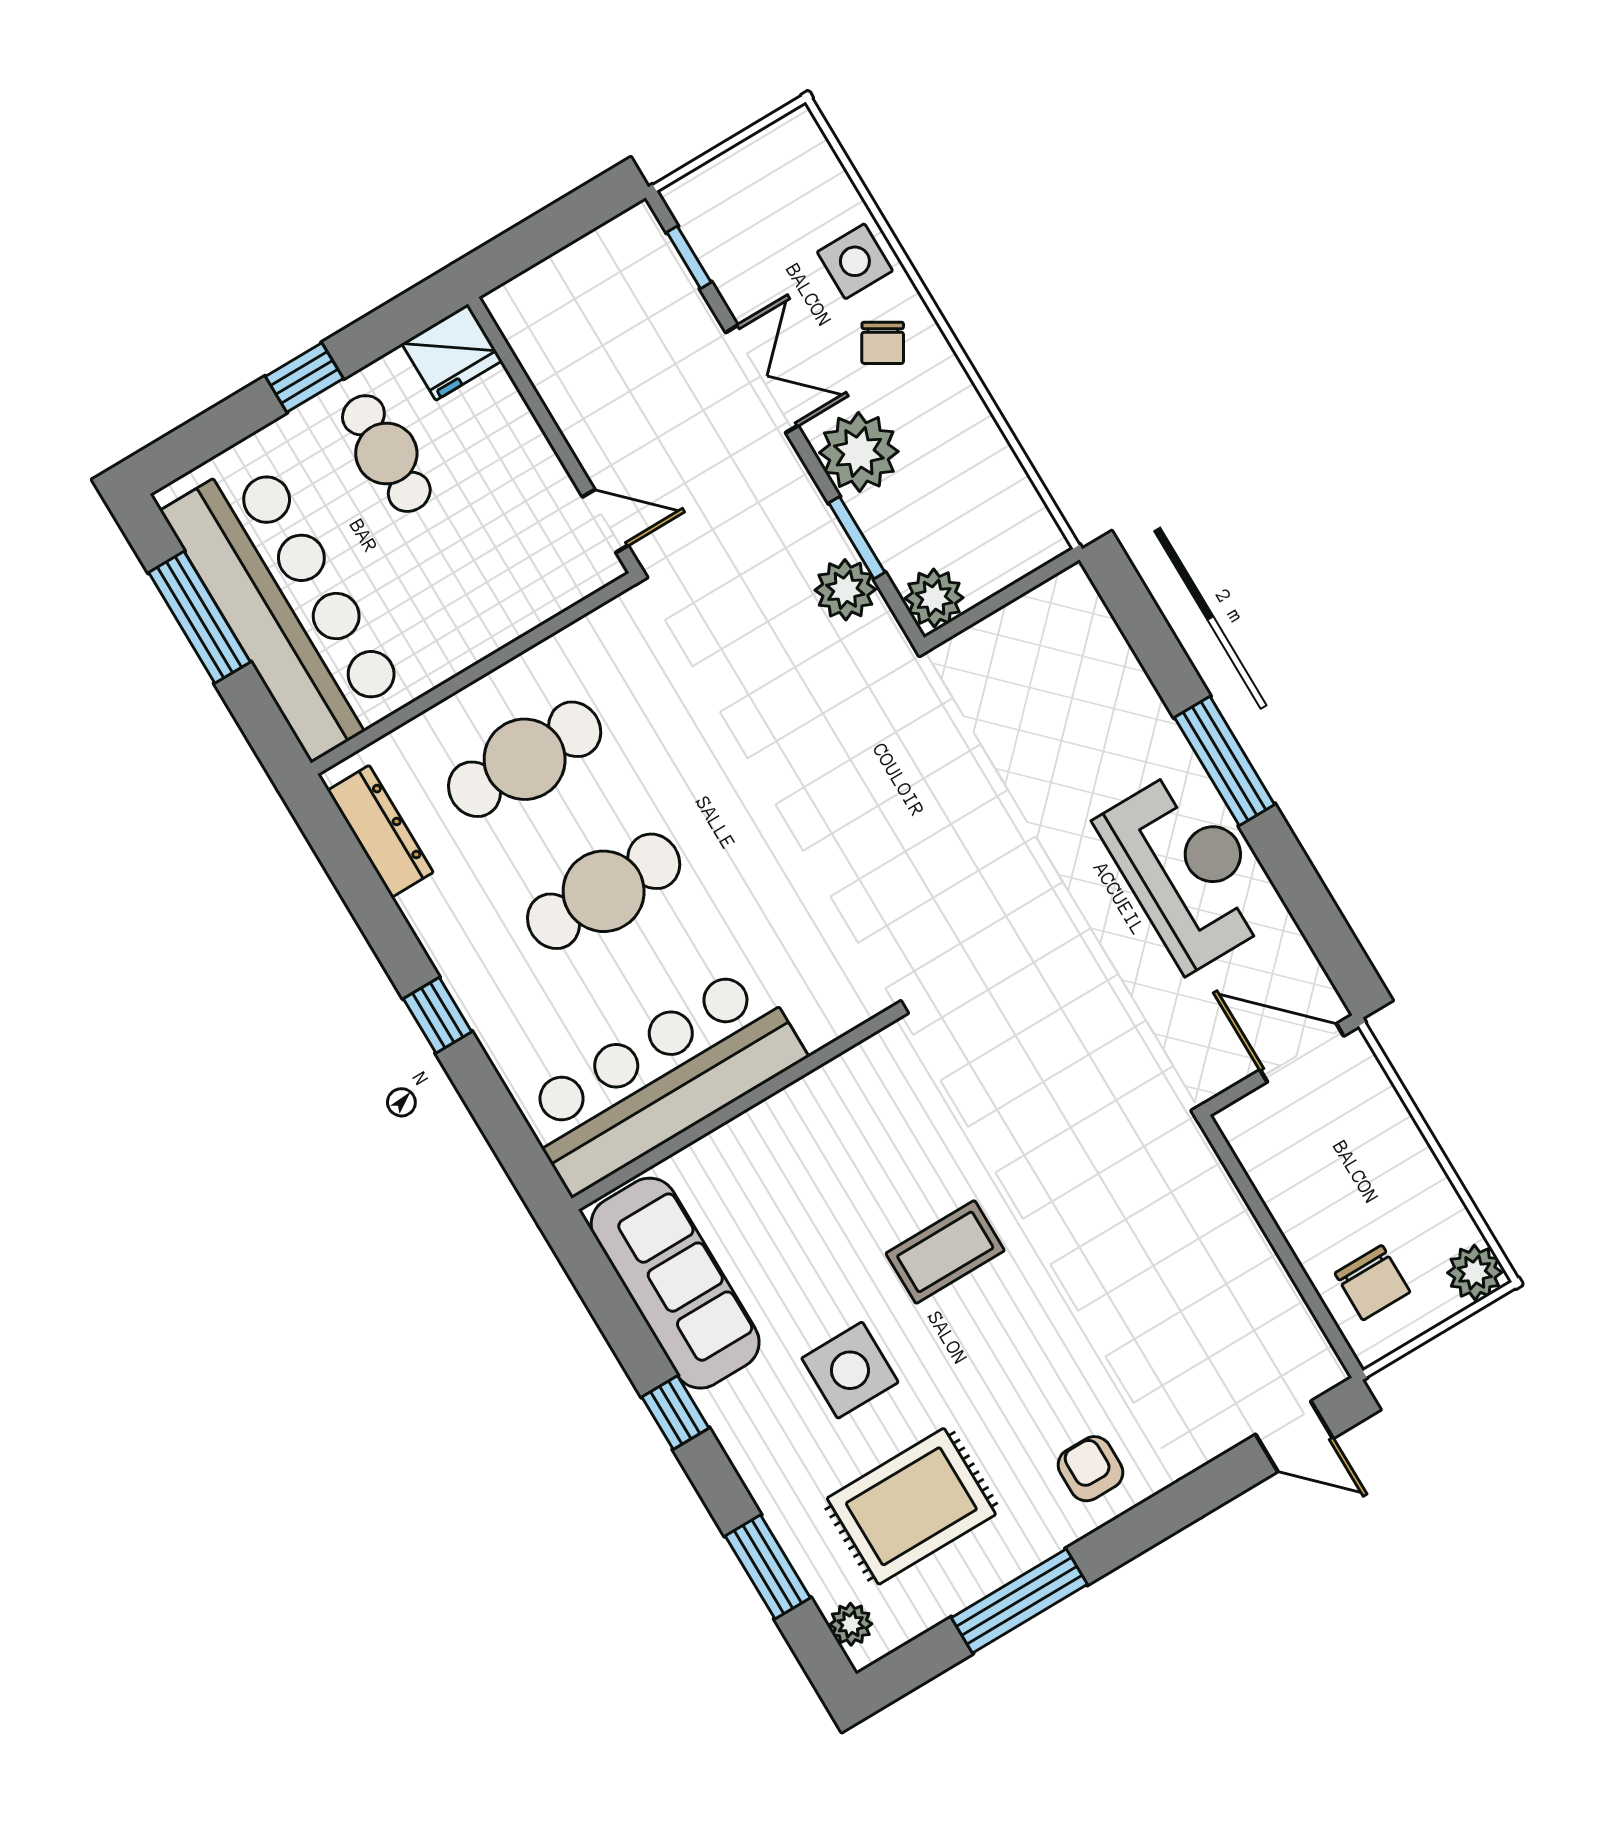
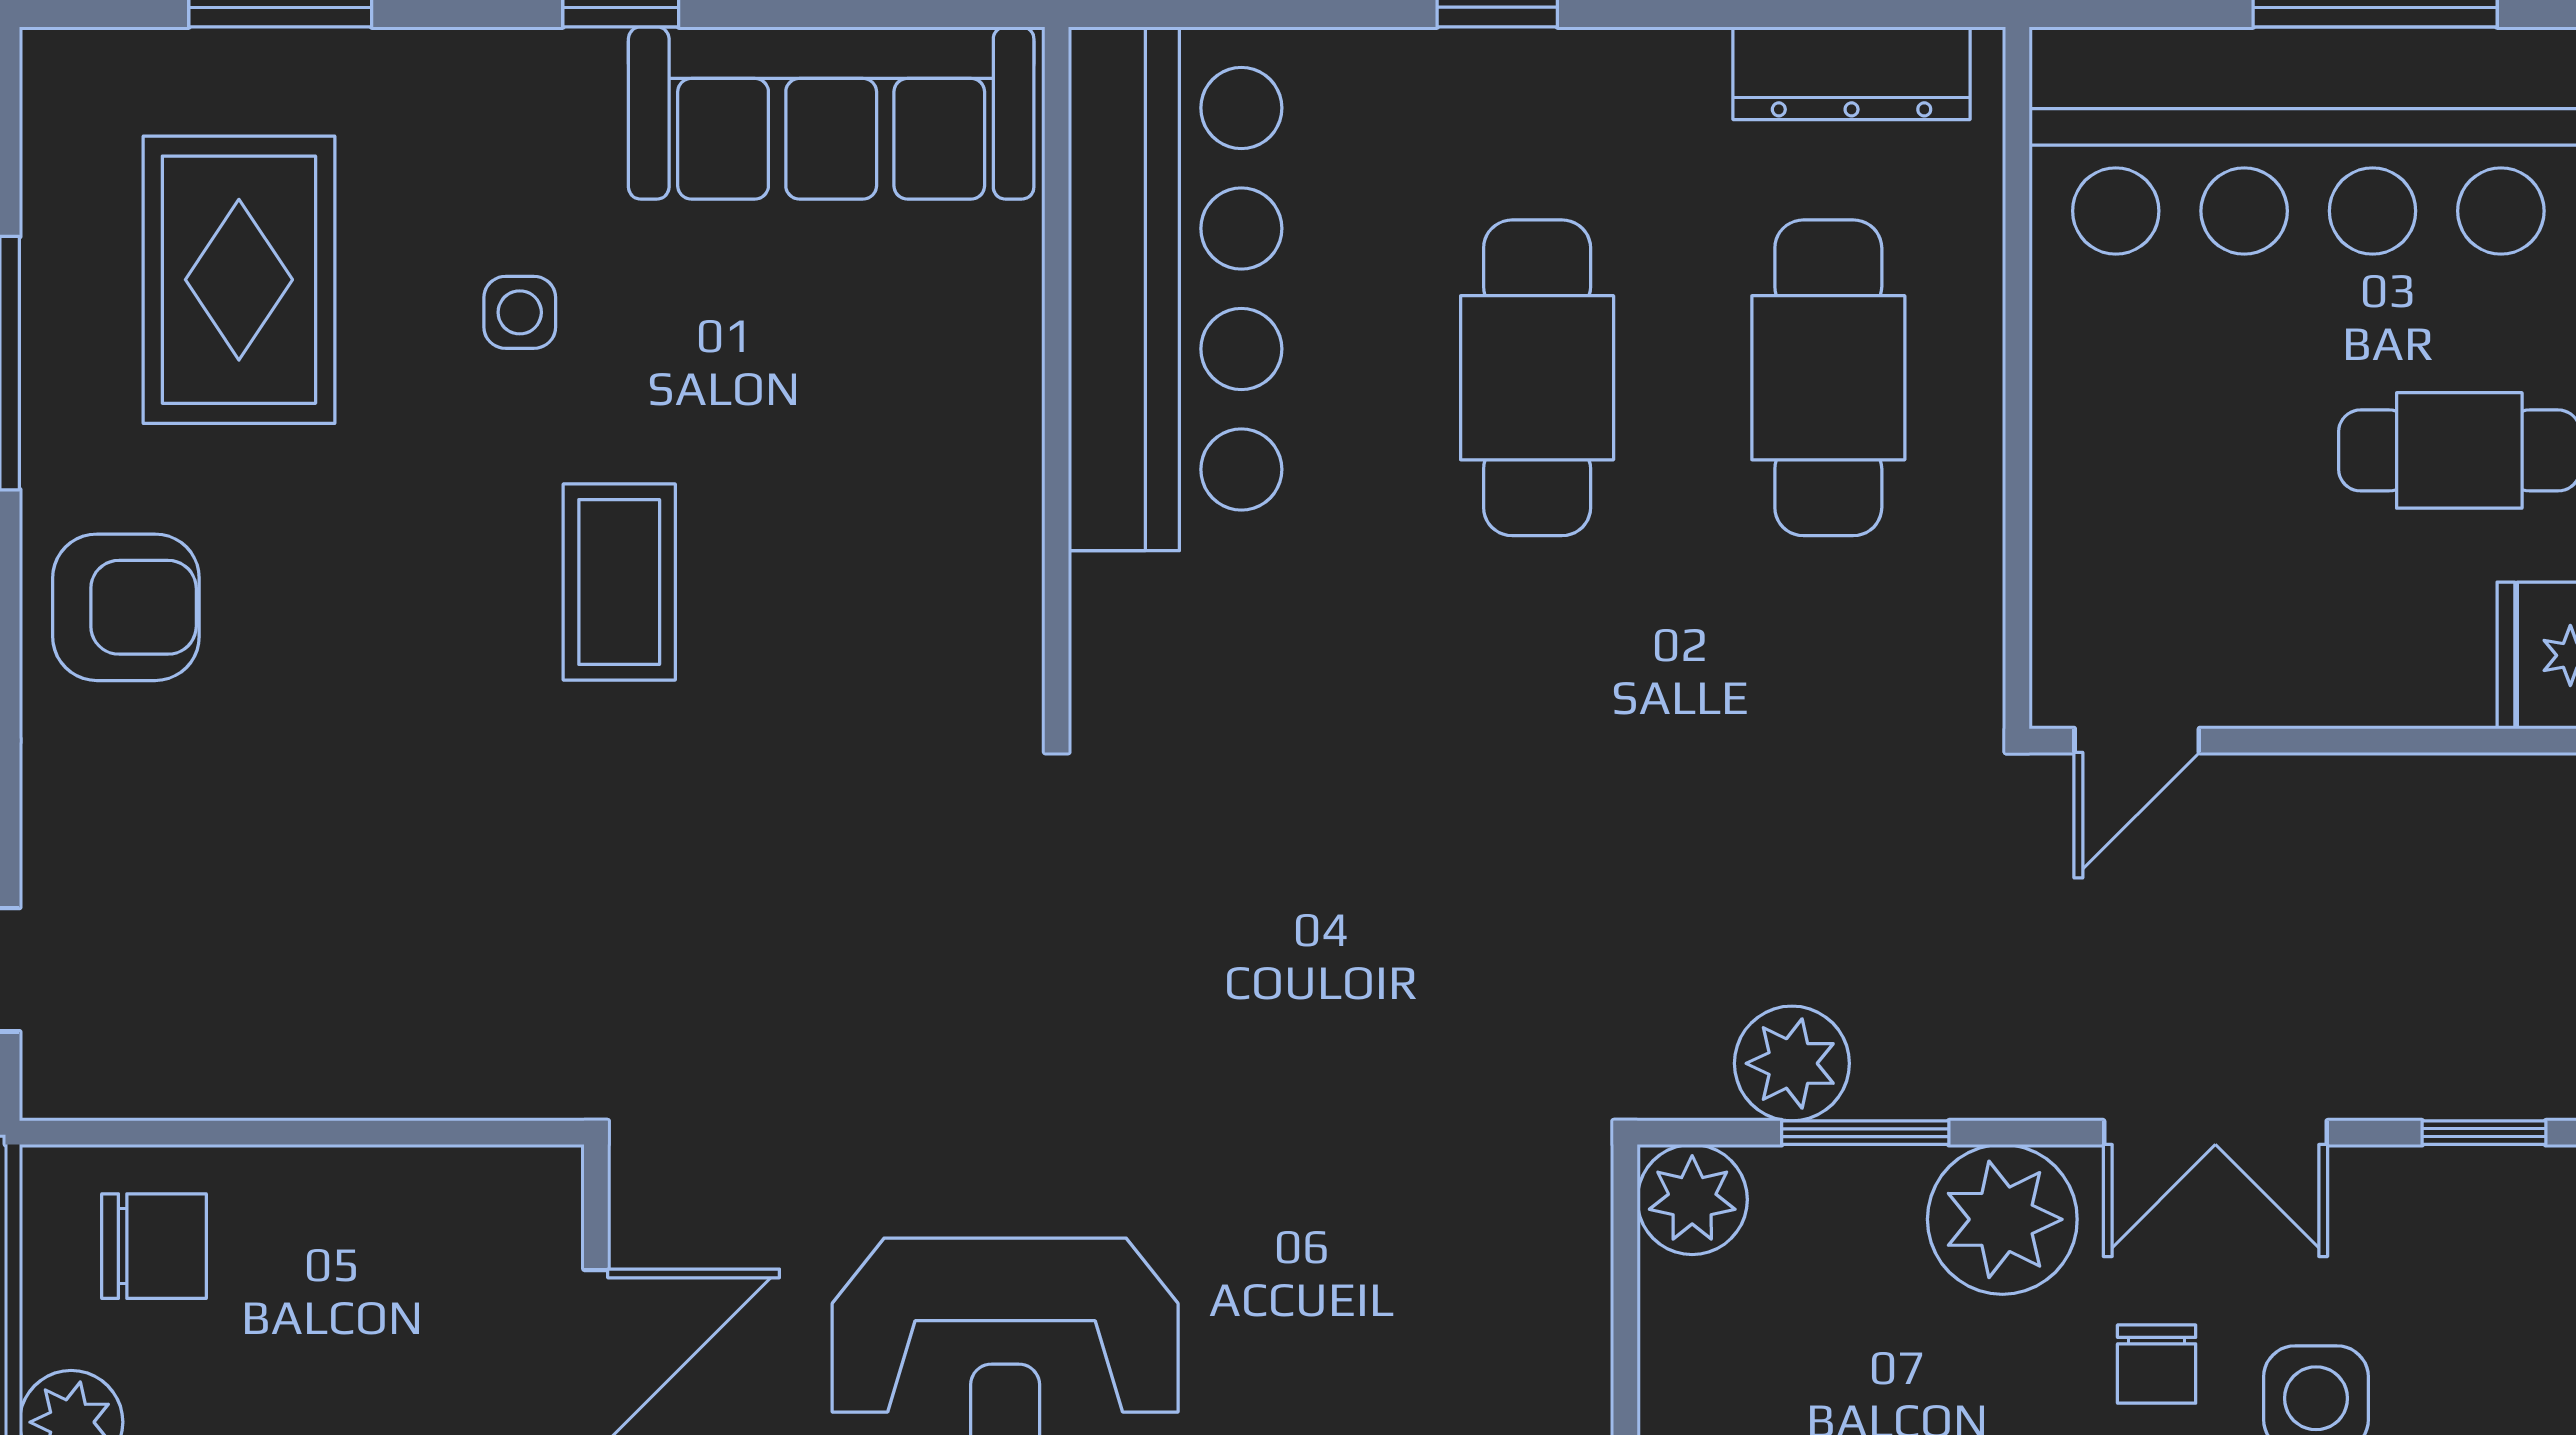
chair: (883, 343) -> (2157, 1364), turned -121
chair: (1372, 1283) -> (154, 1246), turned 180
side table: (850, 1370) -> (520, 312), width x0.54, depth x0.54
armchair: (1090, 1469) -> (126, 607), width x1.38, depth x1.38
plant: (851, 1624) -> (106, 67), removed

